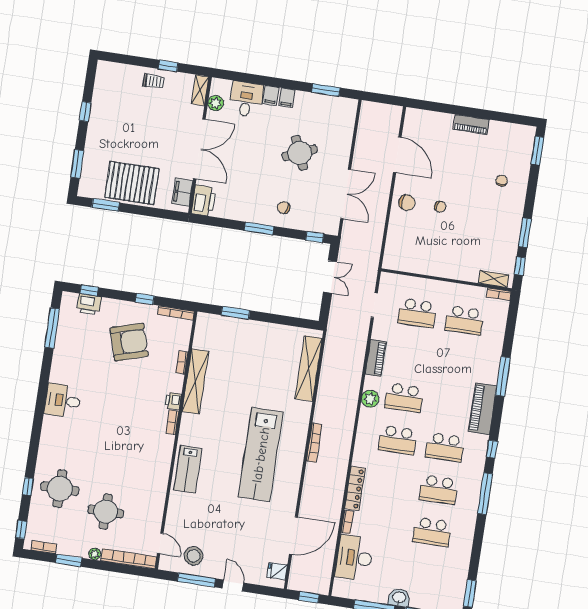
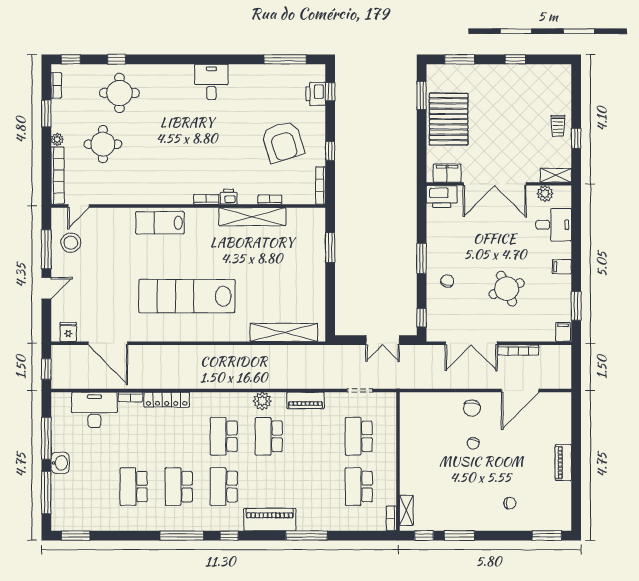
filing cabinet: (271, 95) -> (563, 332), moved, turned 90
bookcase: (314, 443) -> (518, 350), moved

